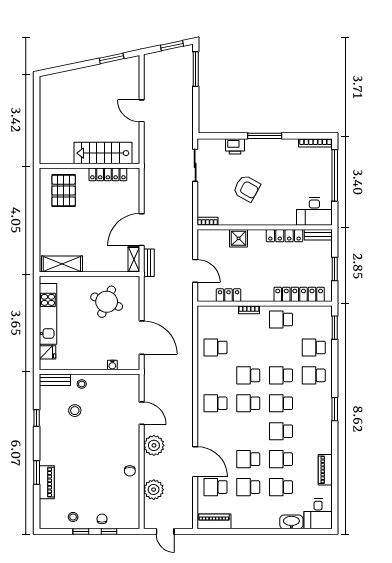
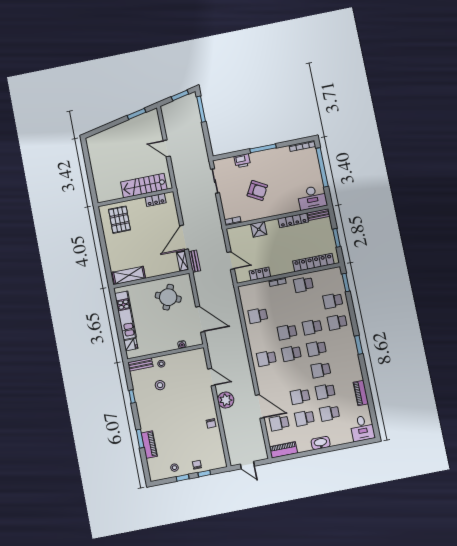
locker: (108, 174) -> (156, 200), width x0.66
plant: (154, 490) -> (232, 434), removed
washbasin: (291, 522) -> (321, 443), moved

